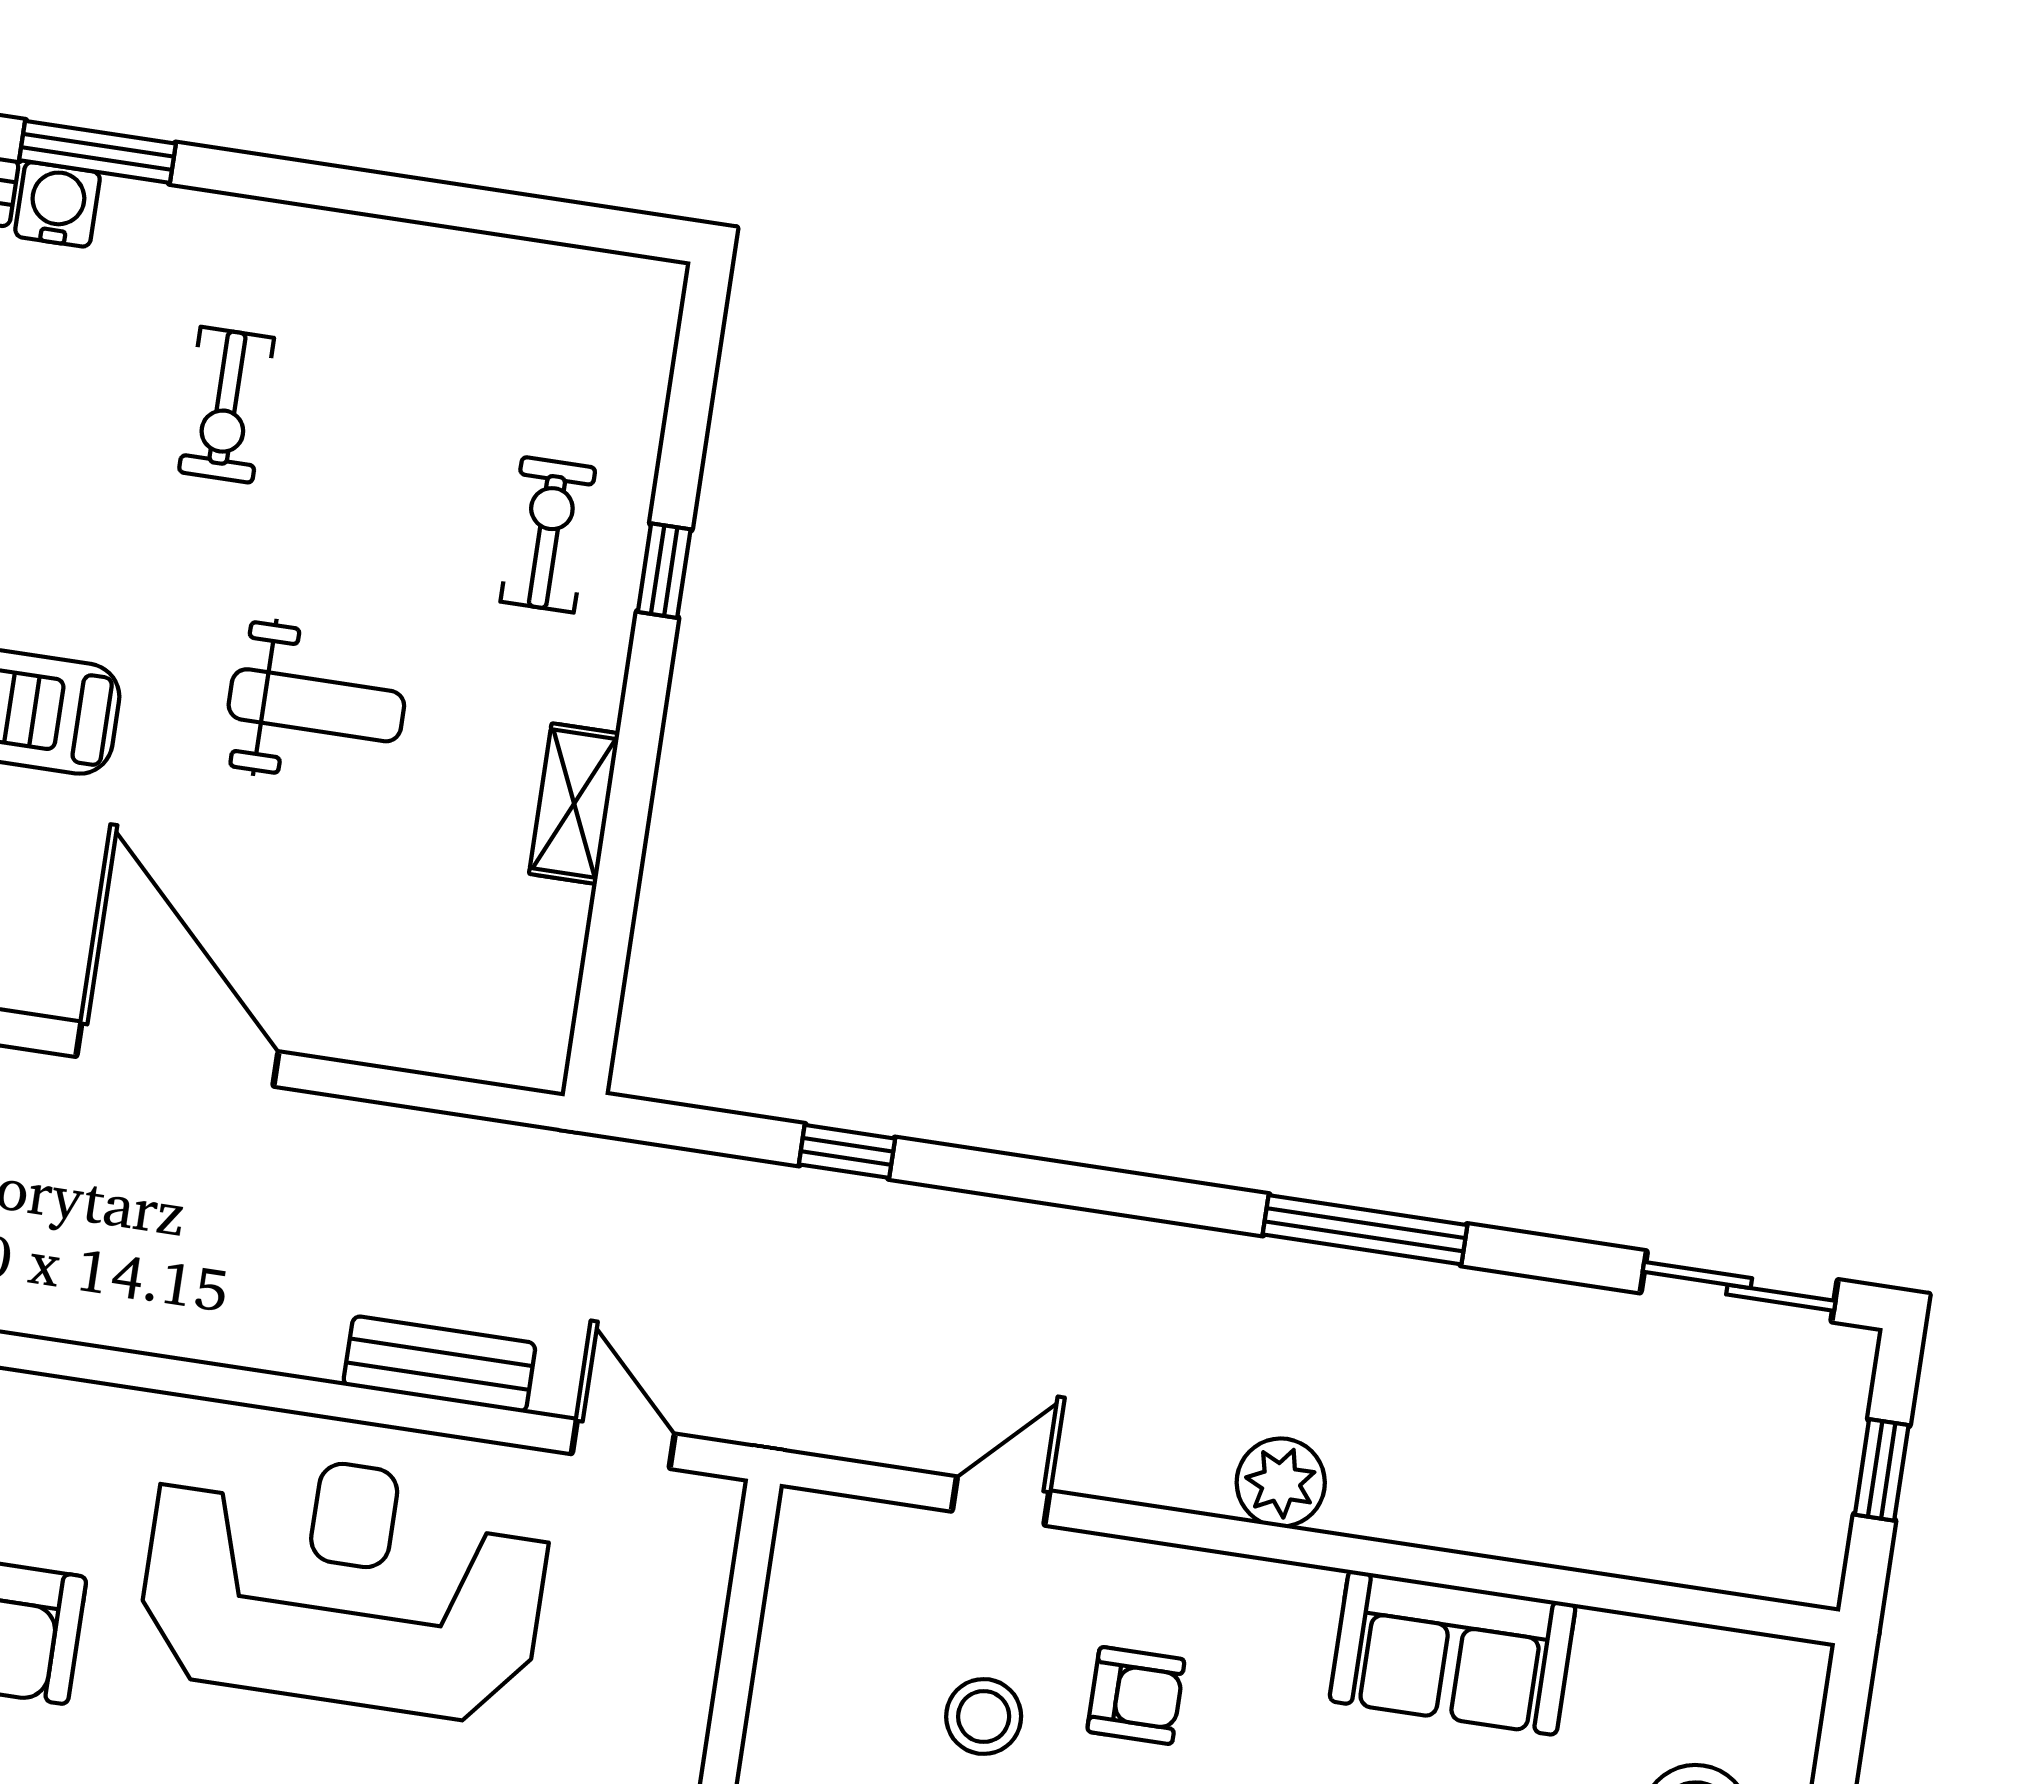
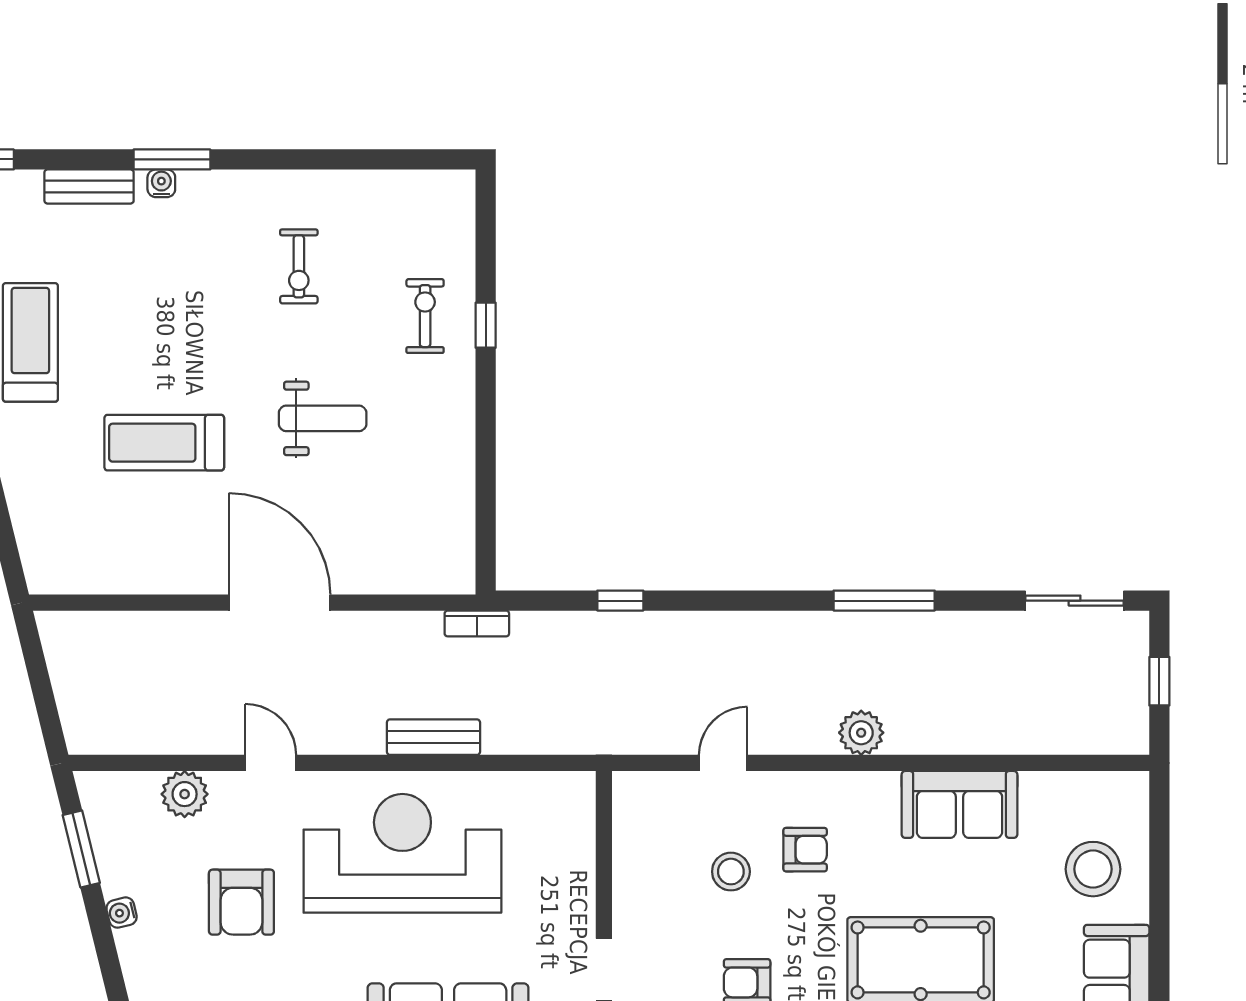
water cooler: (58, 204) -> (161, 183), width x0.72, depth x0.72
exercise bike: (226, 405) -> (299, 266), moved
shelving: (574, 804) -> (458, 448), removed
bookcase: (558, 1154) -> (477, 623), added
door: (623, 1444) -> (271, 763), moved

